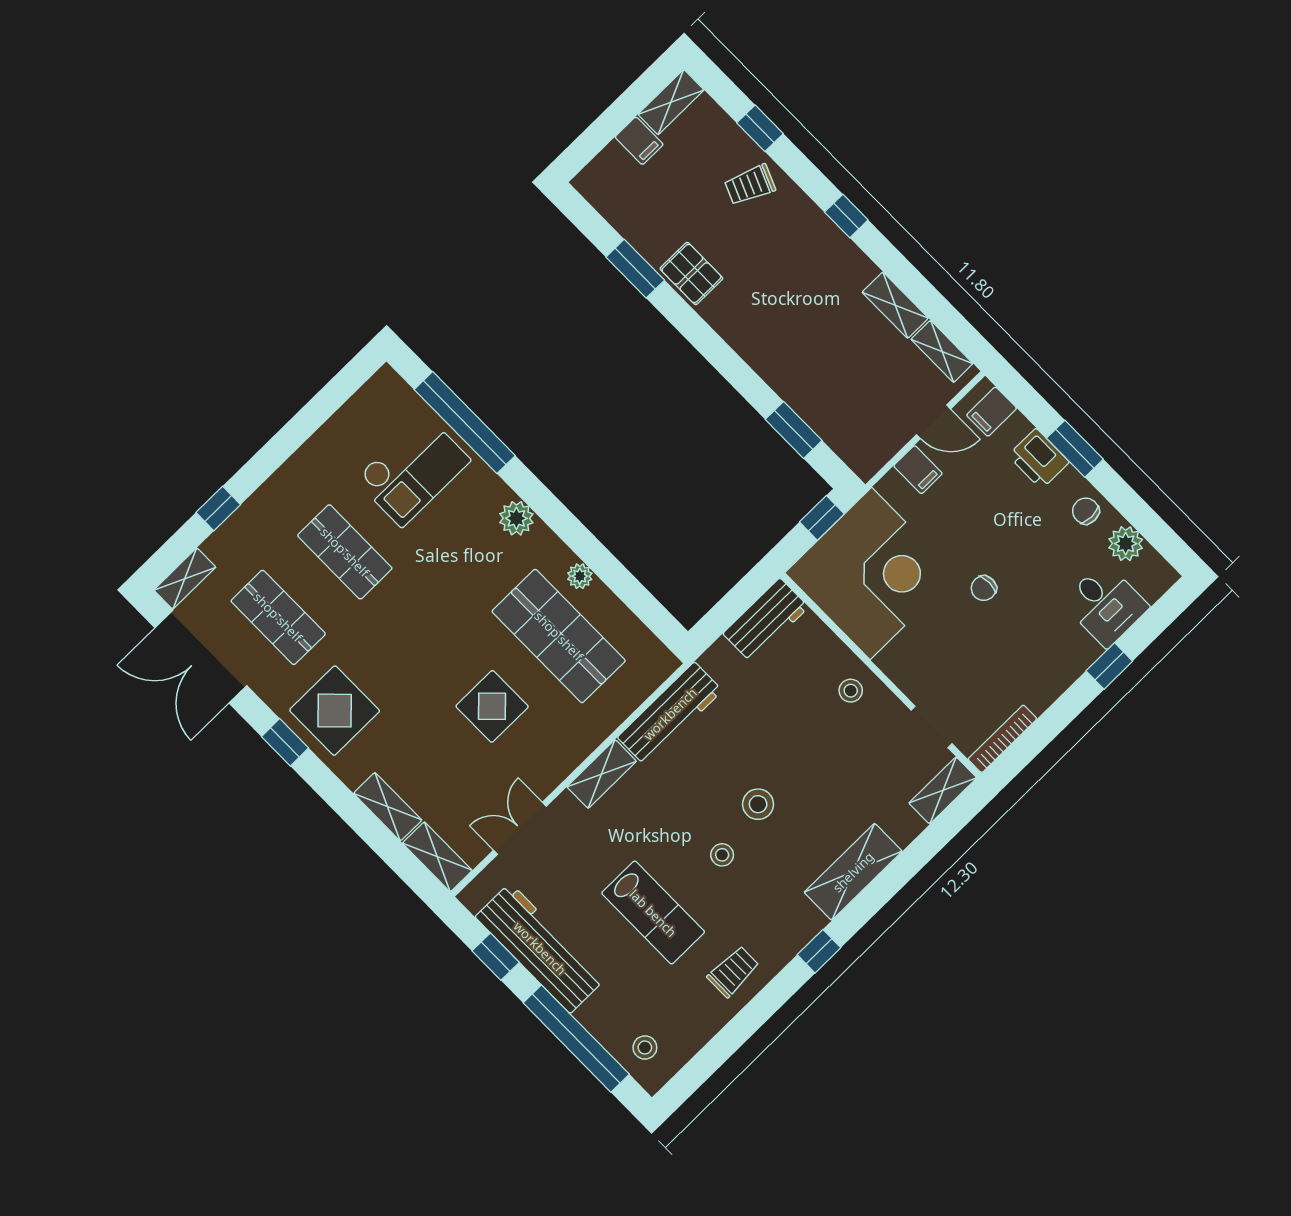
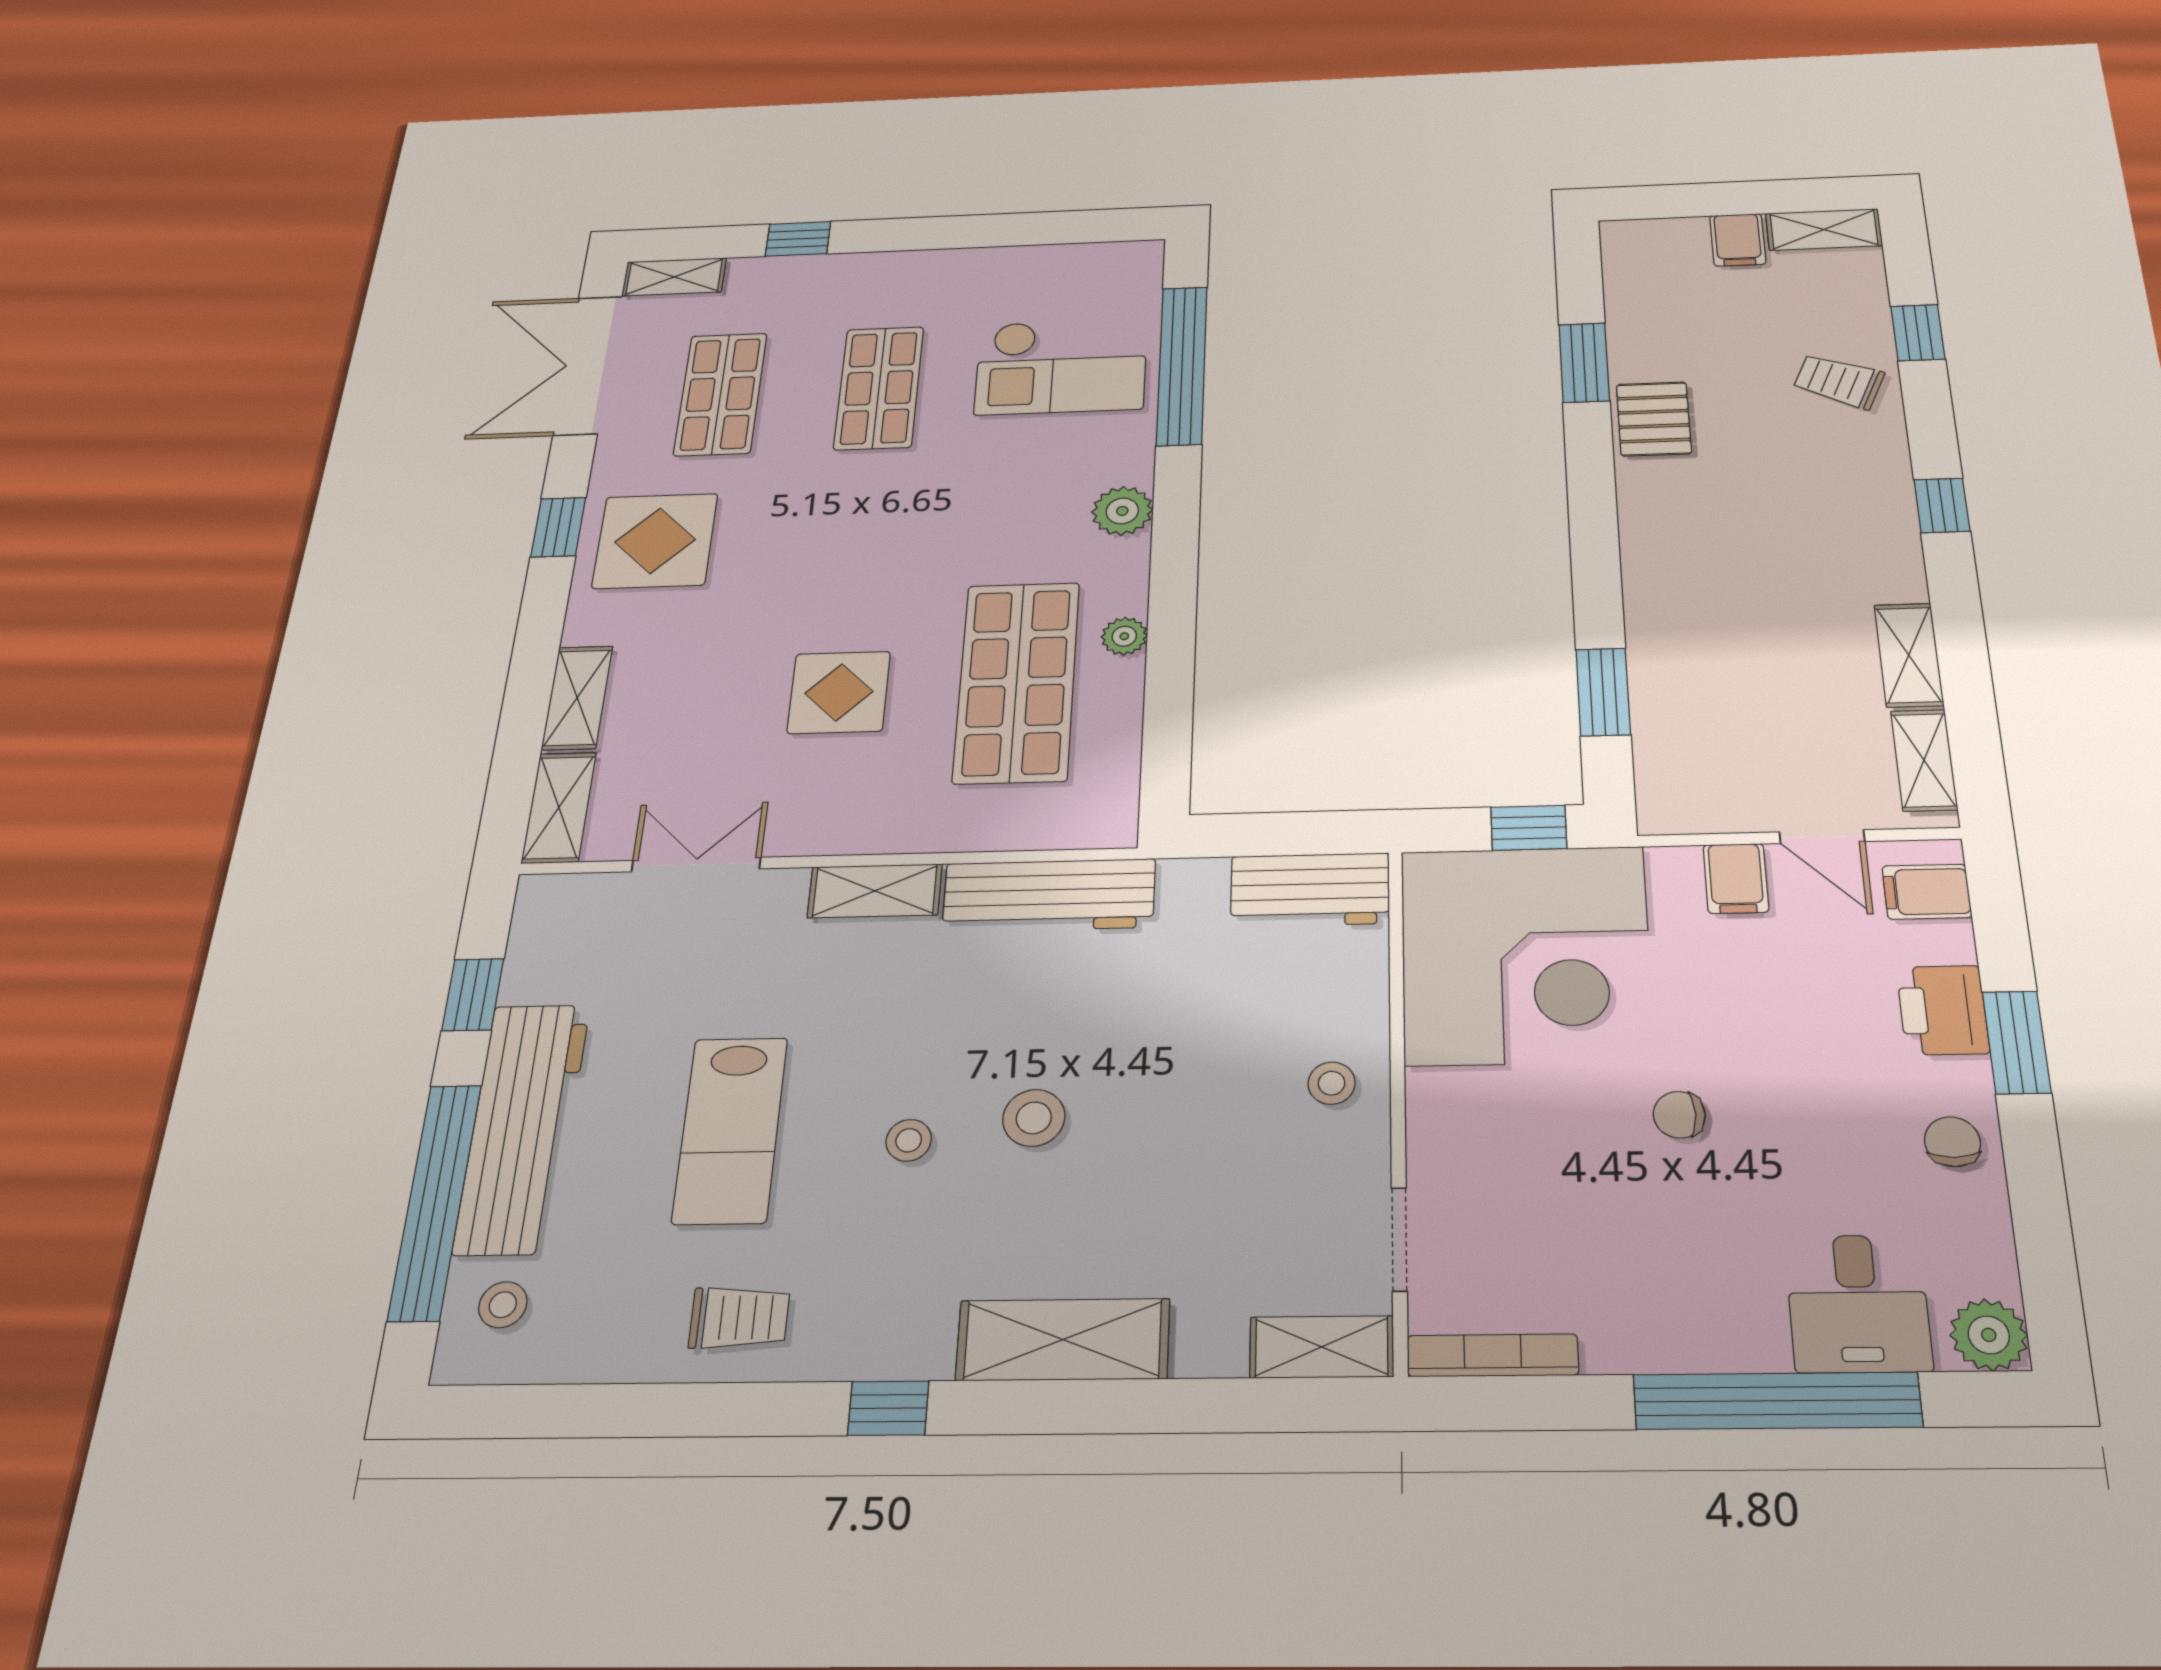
plant: (1126, 544) -> (1989, 1335), moved
window: (1109, 666) -> (1777, 1401), width x3.17
workbench: (540, 948) -> (522, 1128), moved

